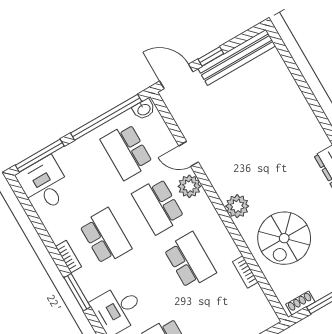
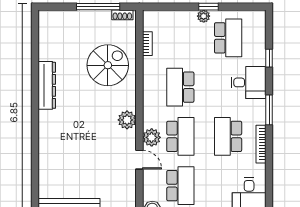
plant: (237, 206) -> (127, 120), moved
bookcase: (68, 257) -> (261, 144), width x1.56
bookcase: (245, 272) -> (147, 44), moved

